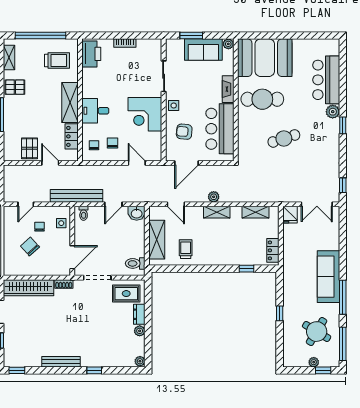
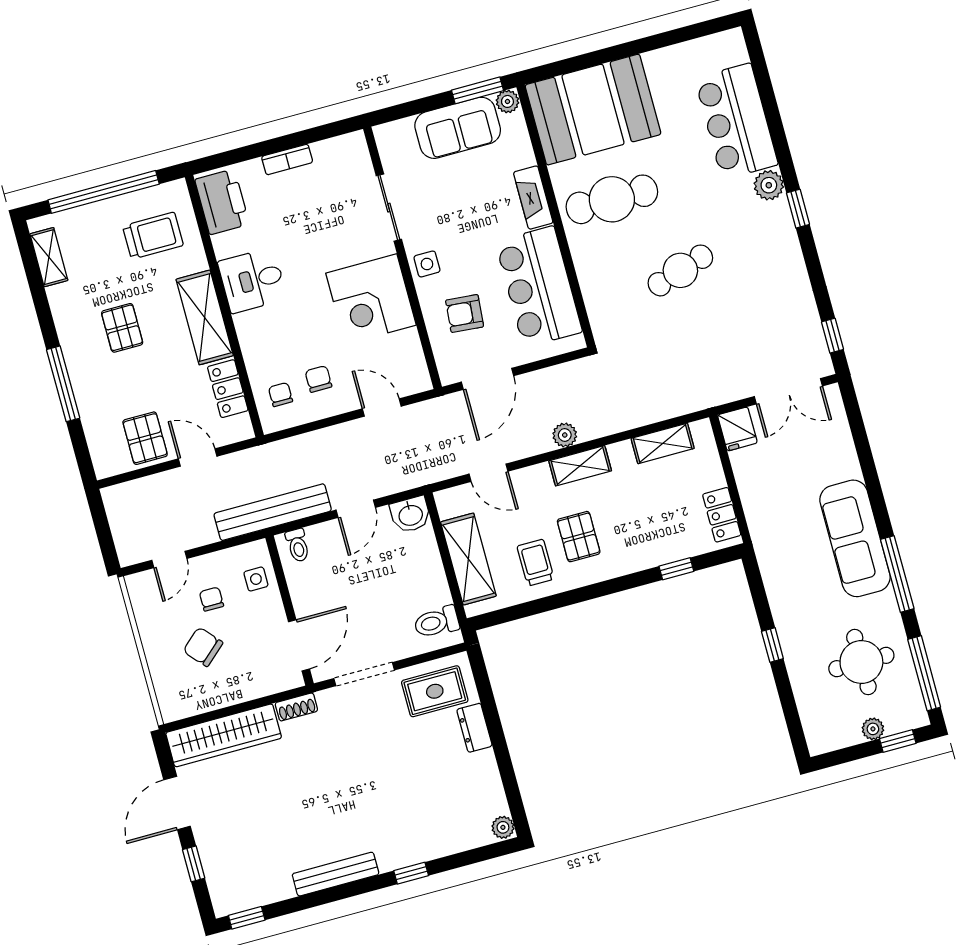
window: (191, 35) -> (477, 90), moved
pallet: (15, 87) -> (122, 328), moved, turned 90
desk: (95, 111) -> (252, 280), moved
pallet: (208, 243) -> (579, 537), added
plant: (140, 331) -> (485, 763), removed
round table: (317, 332) -> (861, 662), turned -31

